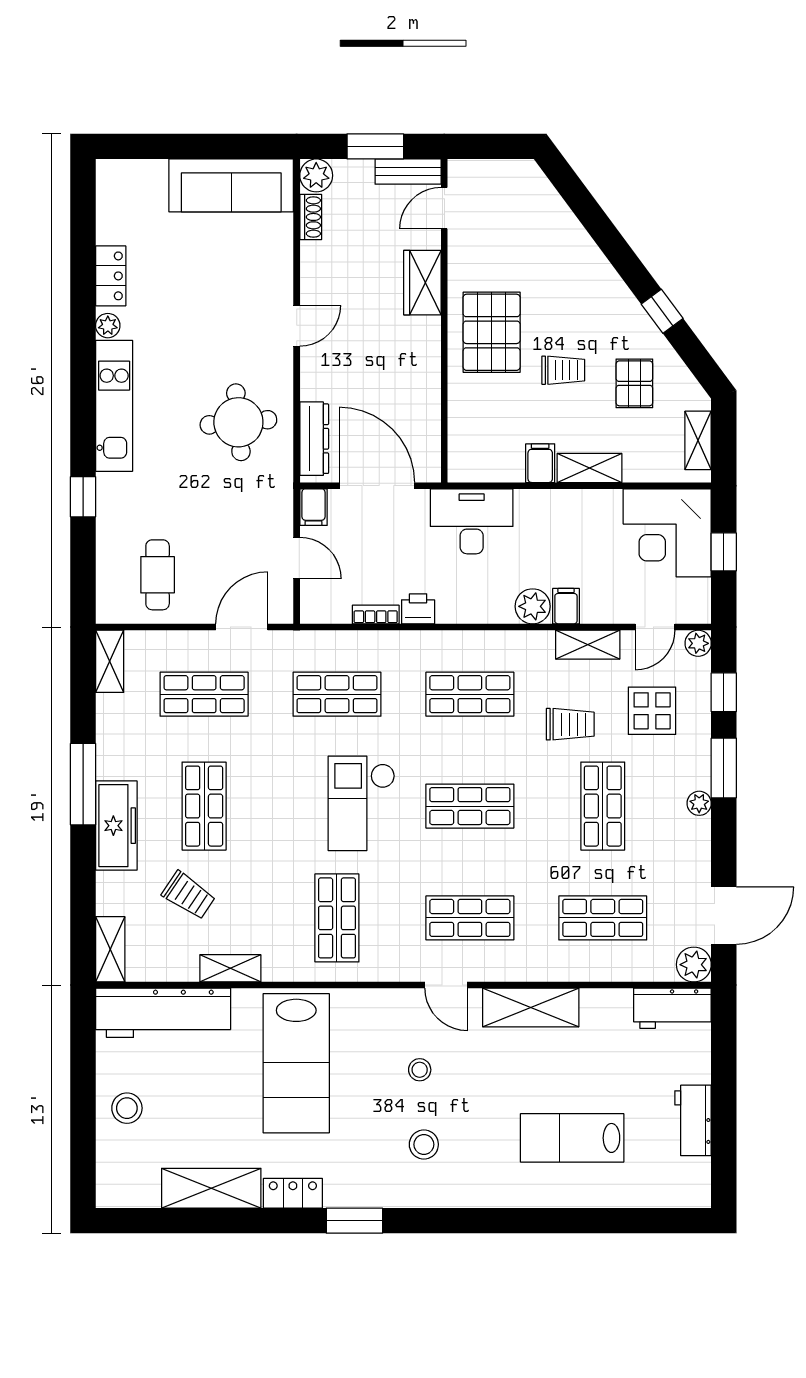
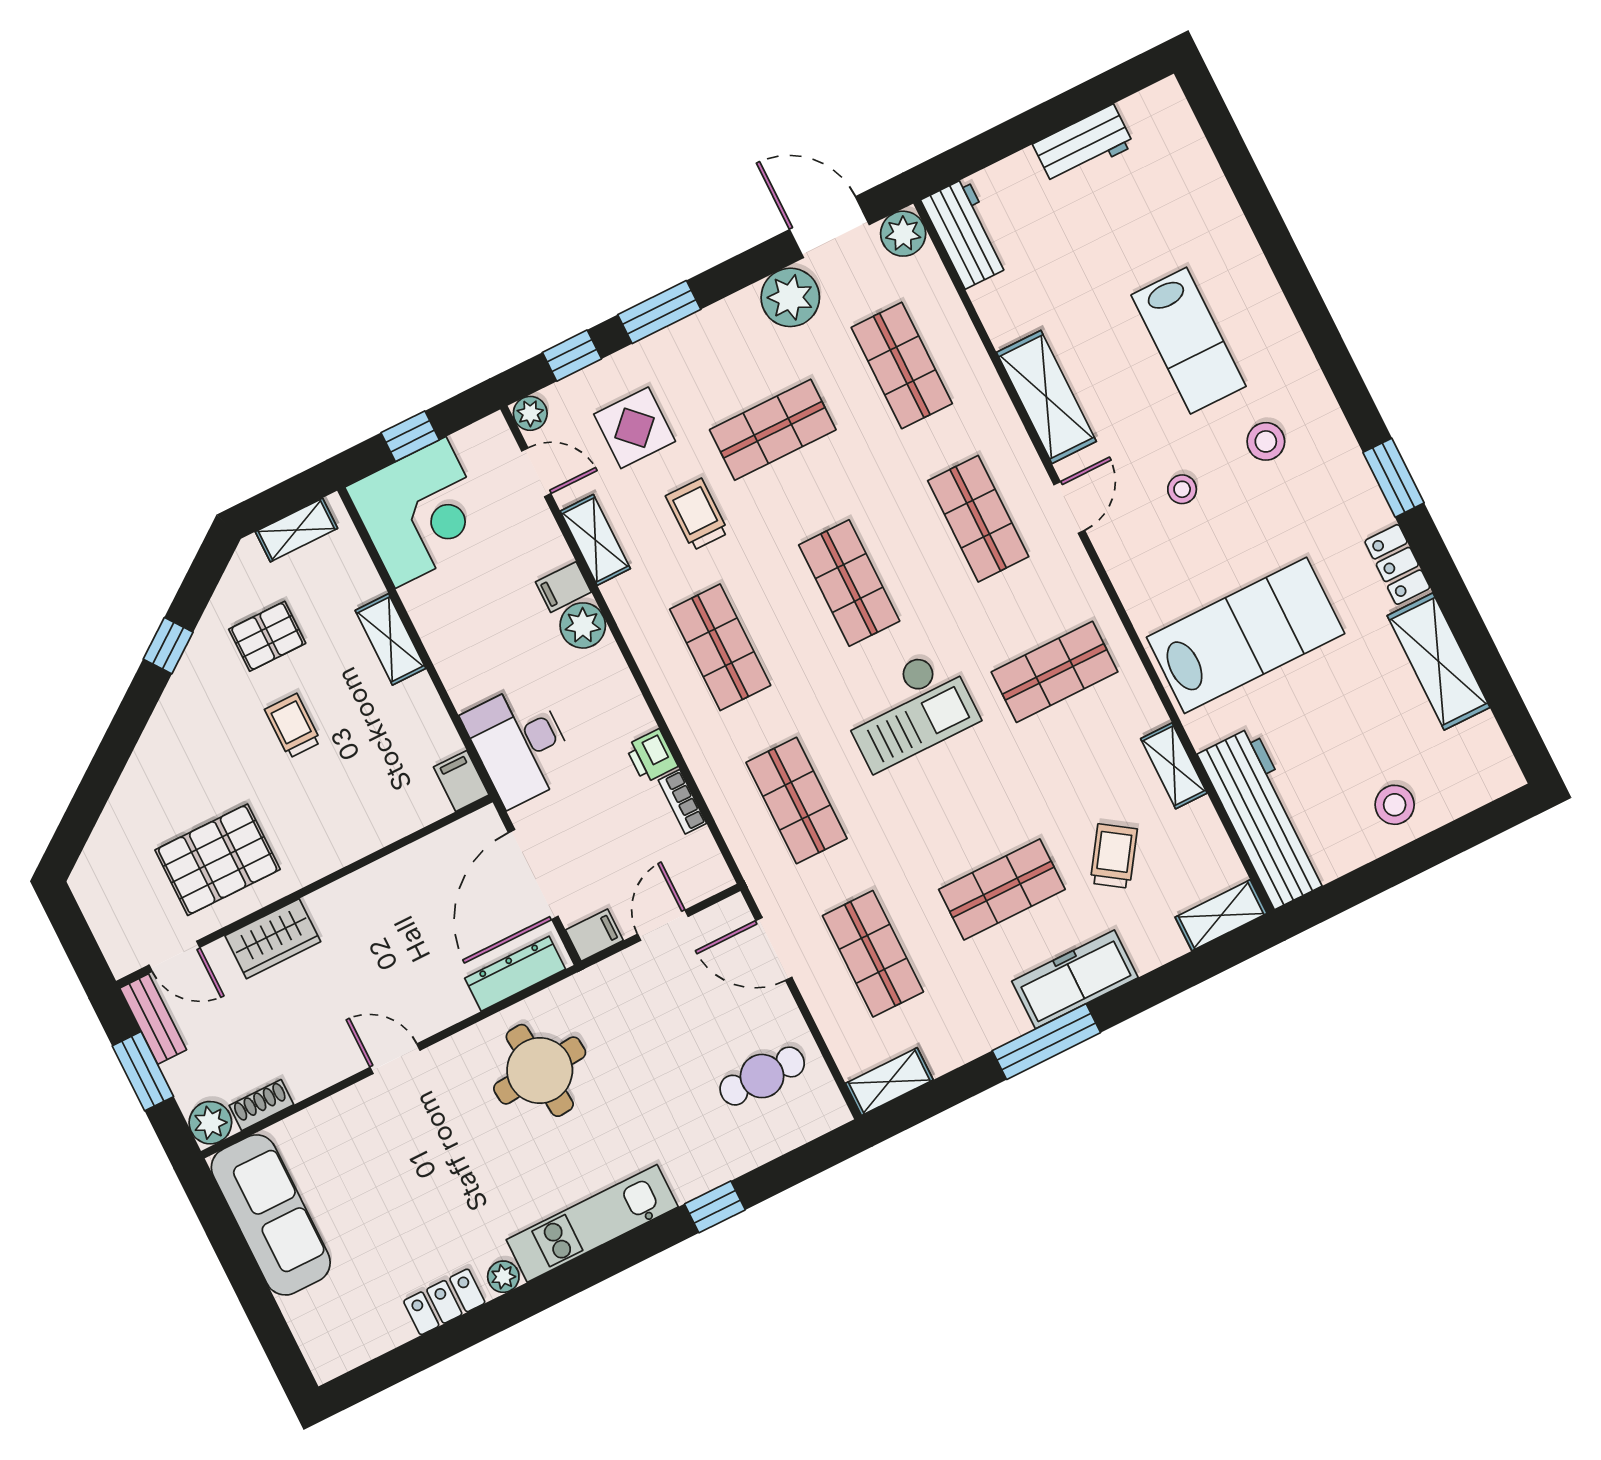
pallet: (492, 332) -> (218, 860), moved
filing cabinet: (540, 463) -> (461, 781), moved, turned 90
plant: (699, 803) -> (790, 297), moved, width x1.88, depth x1.88
lab bench: (572, 1138) -> (1189, 341), moved

